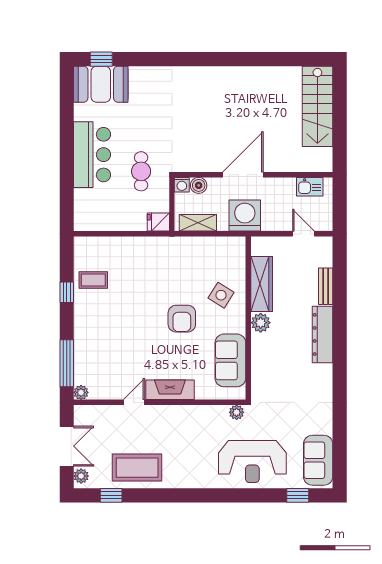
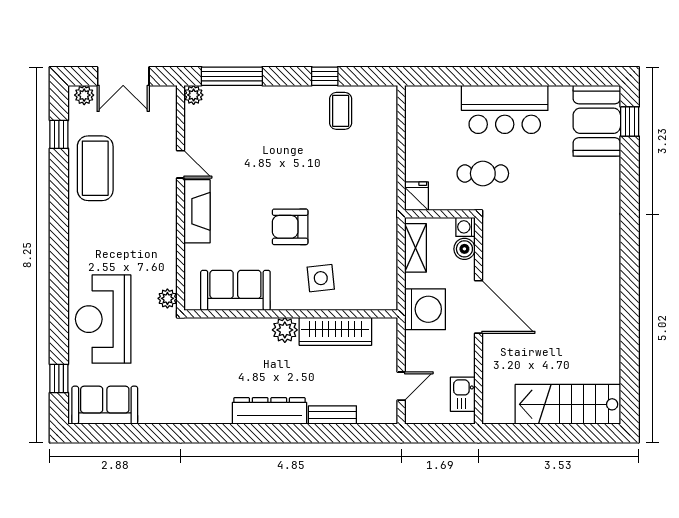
side table: (221, 295) -> (321, 278), turned -38

